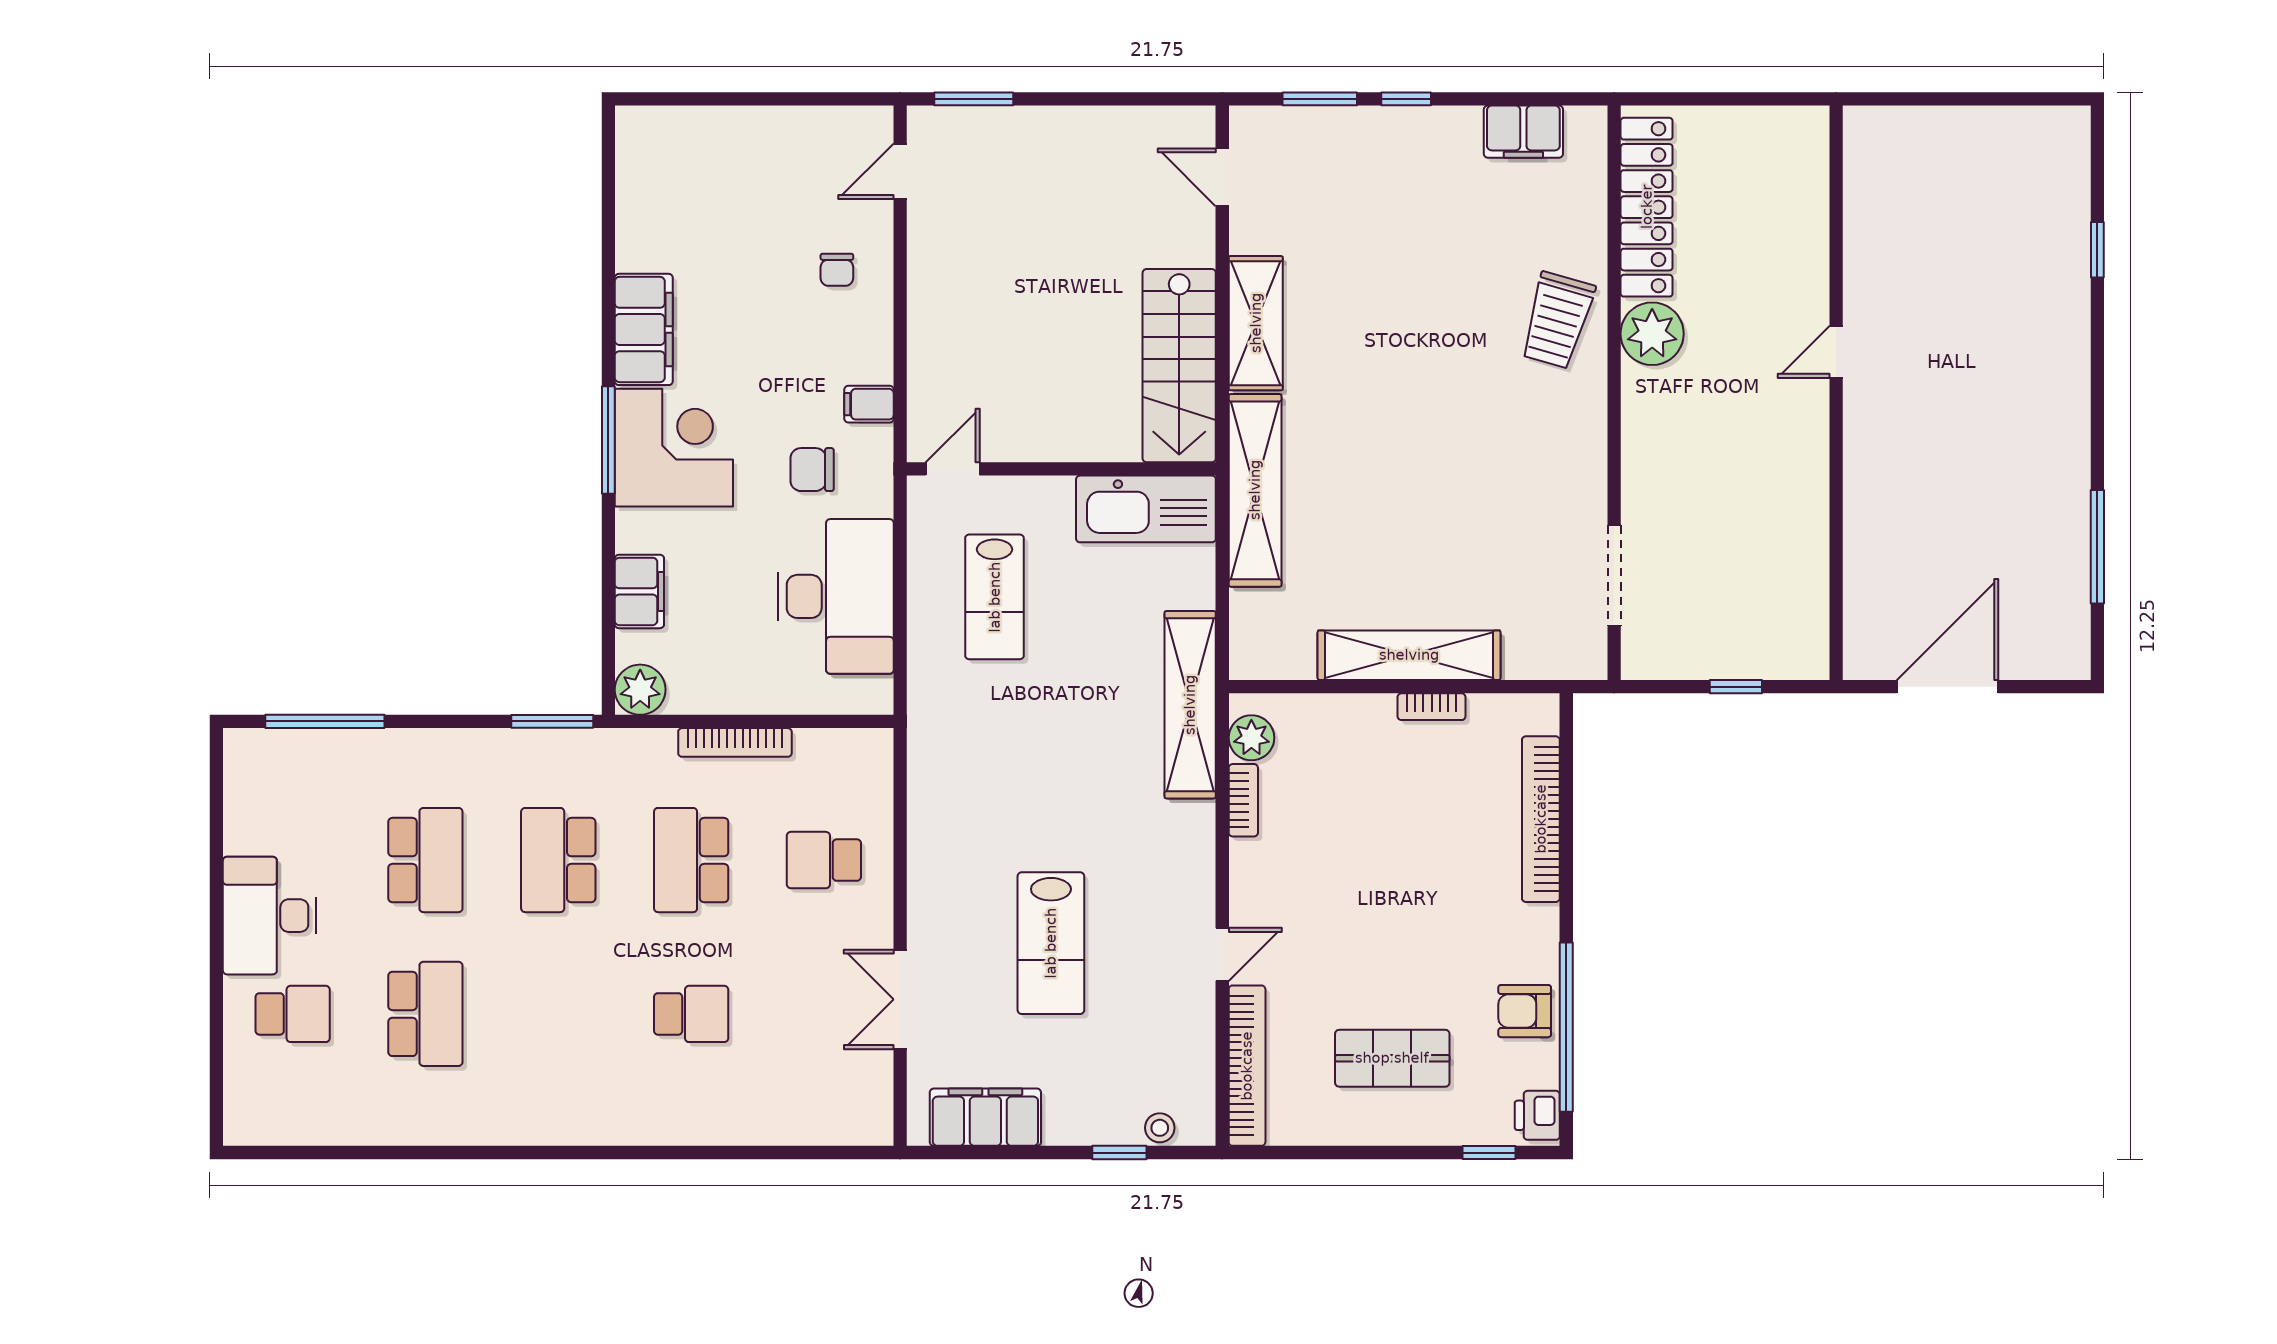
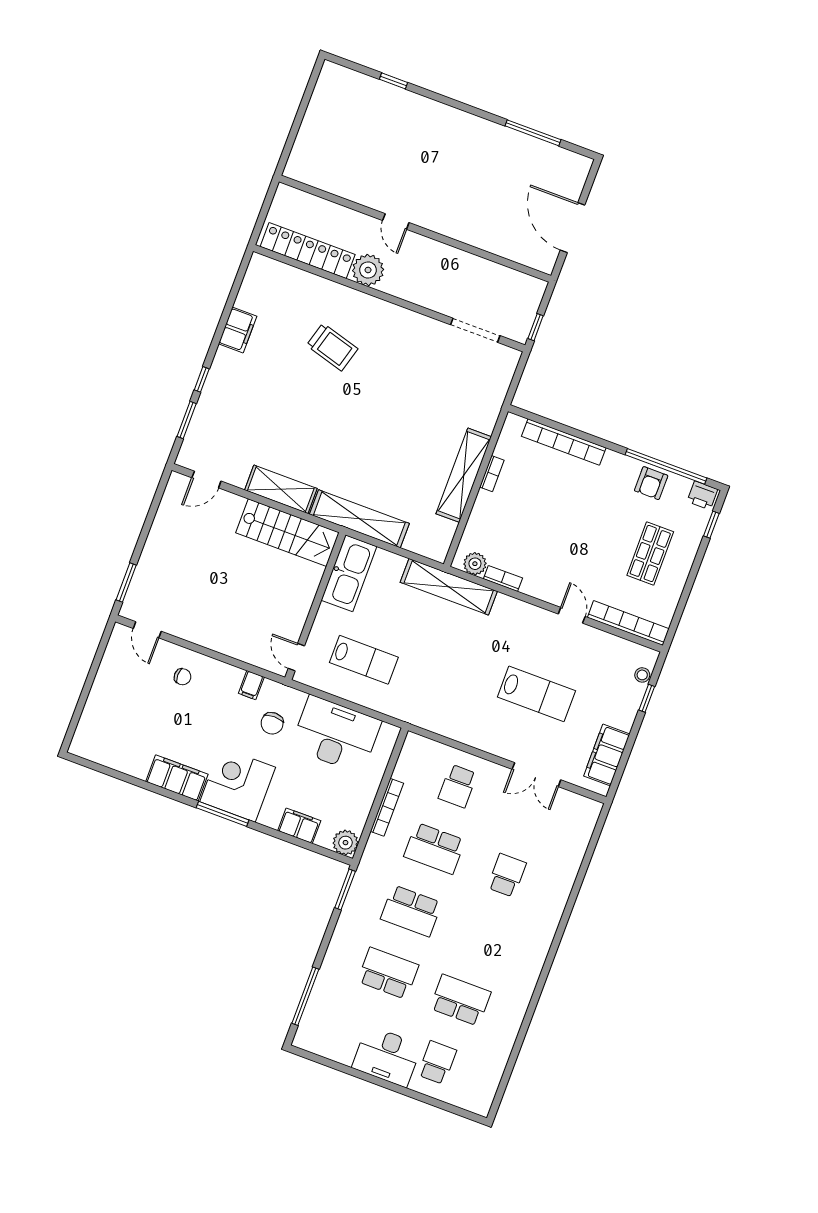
locker: (1647, 207) -> (308, 251), moved
plant: (1652, 334) -> (368, 270), moved
wall: (1614, 393) -> (389, 298), moved
doorway: (1614, 576) -> (475, 330), moved

